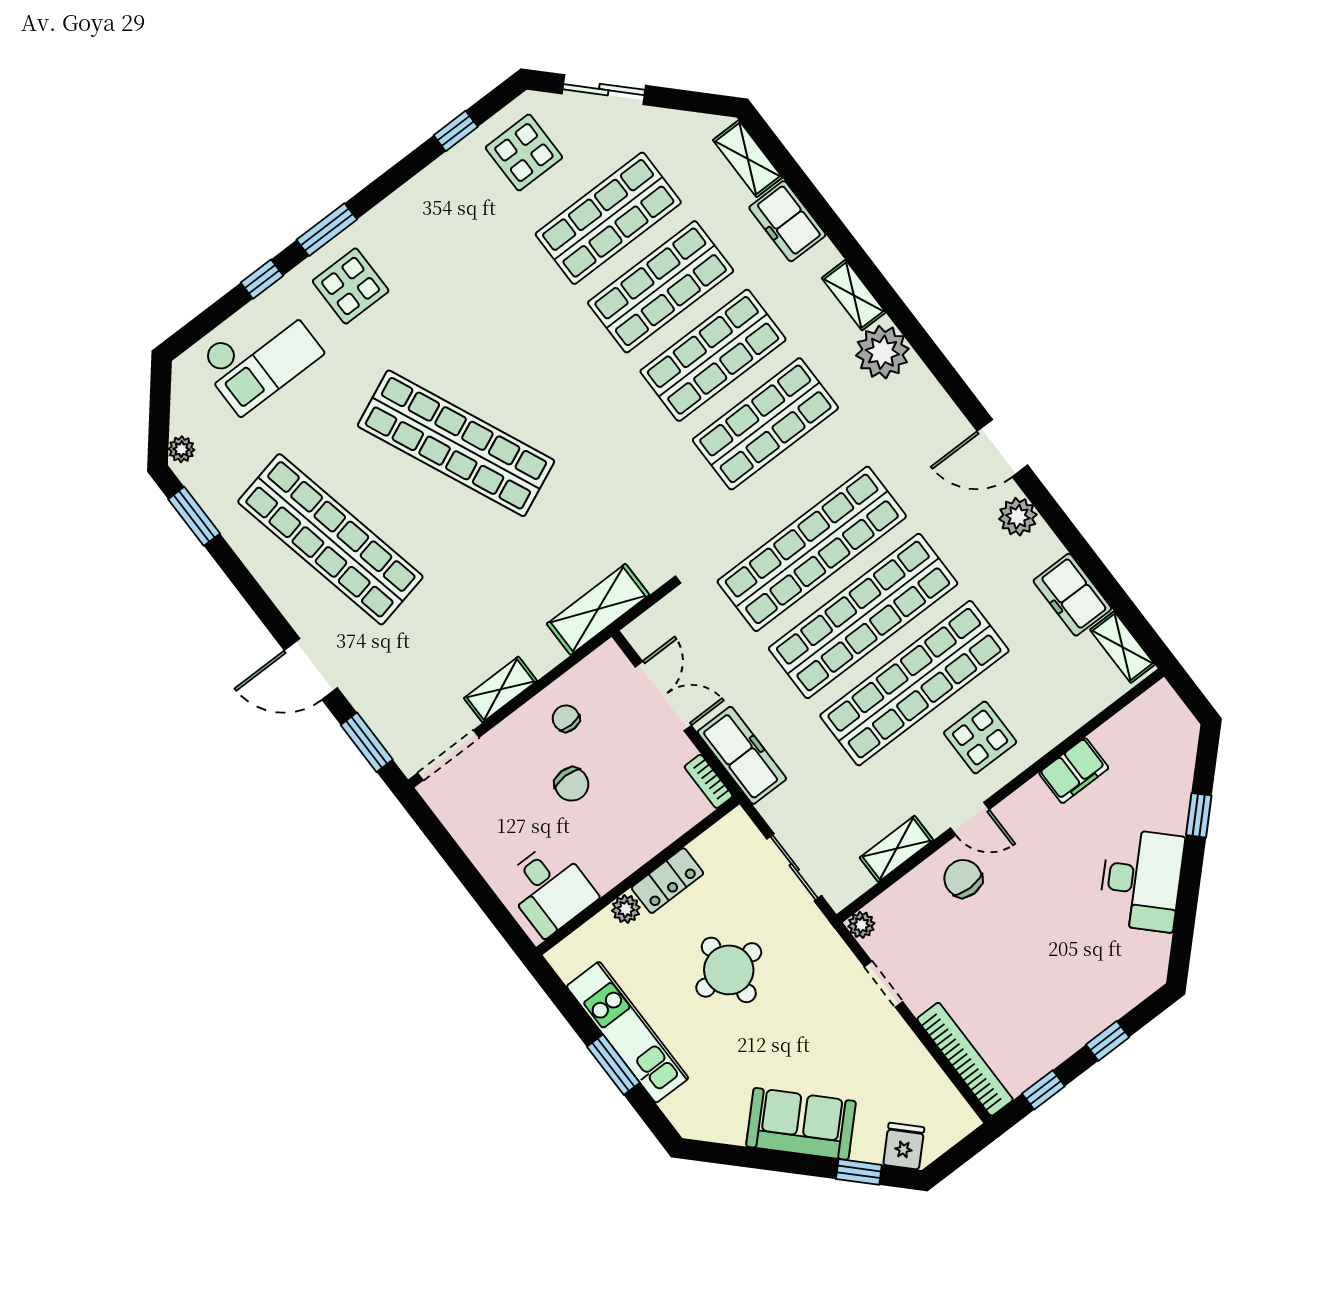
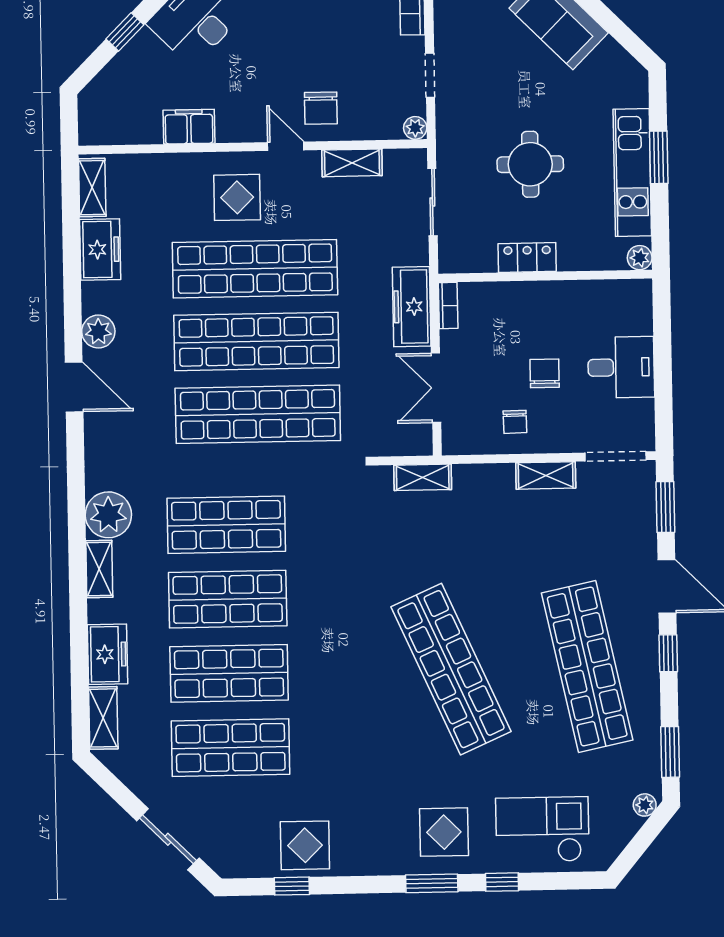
display table: (524, 153) -> (305, 845), moved
window: (264, 607) -> (668, 653), added
shelving: (598, 609) -> (423, 477), width x0.67, depth x0.75
desk: (550, 889) -> (621, 367), moved, turned 90
plant: (626, 909) -> (640, 258), moved

